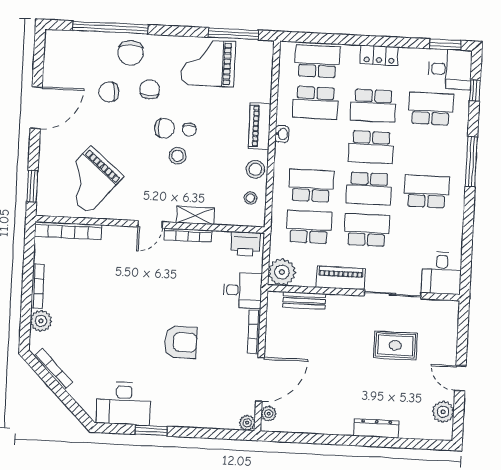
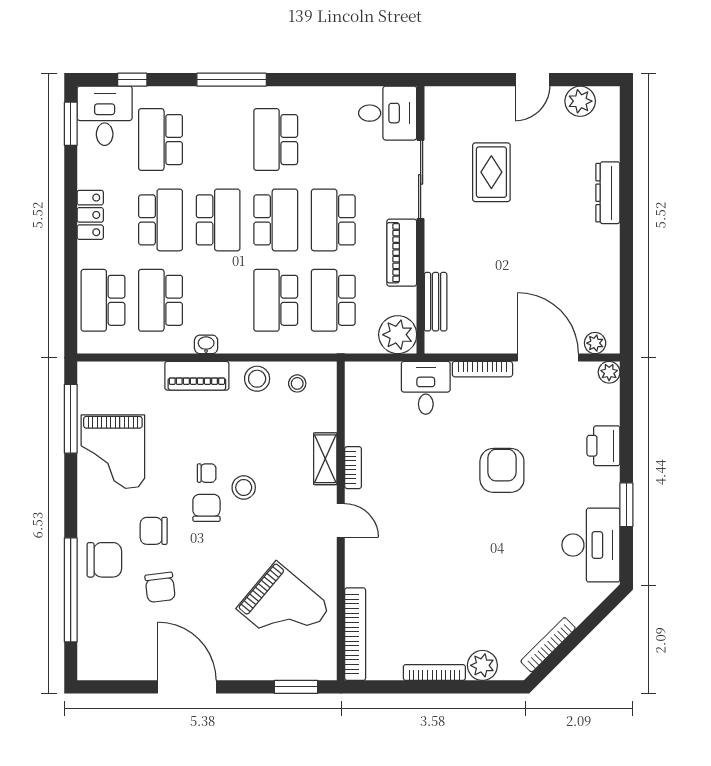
school desk: (315, 103) -> (161, 300), turned 180
bookcase: (188, 235) -> (353, 468), width x0.64
printer: (246, 244) -> (603, 446), moved, turned 180

